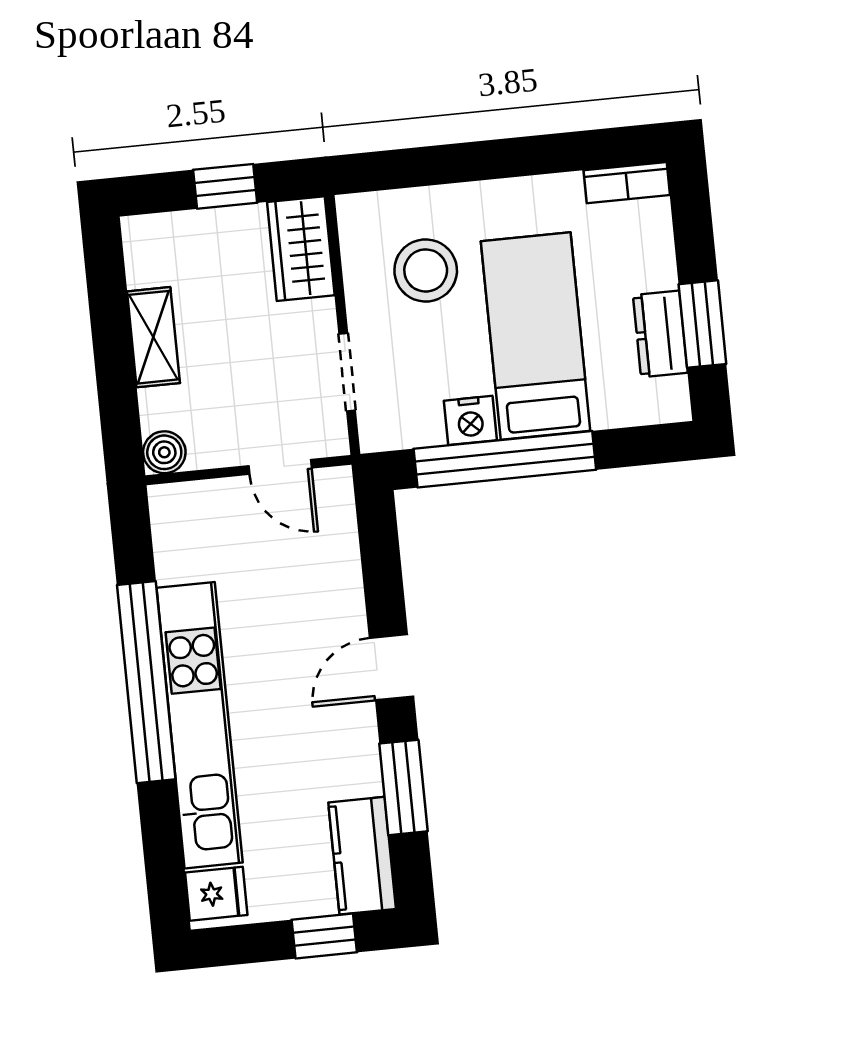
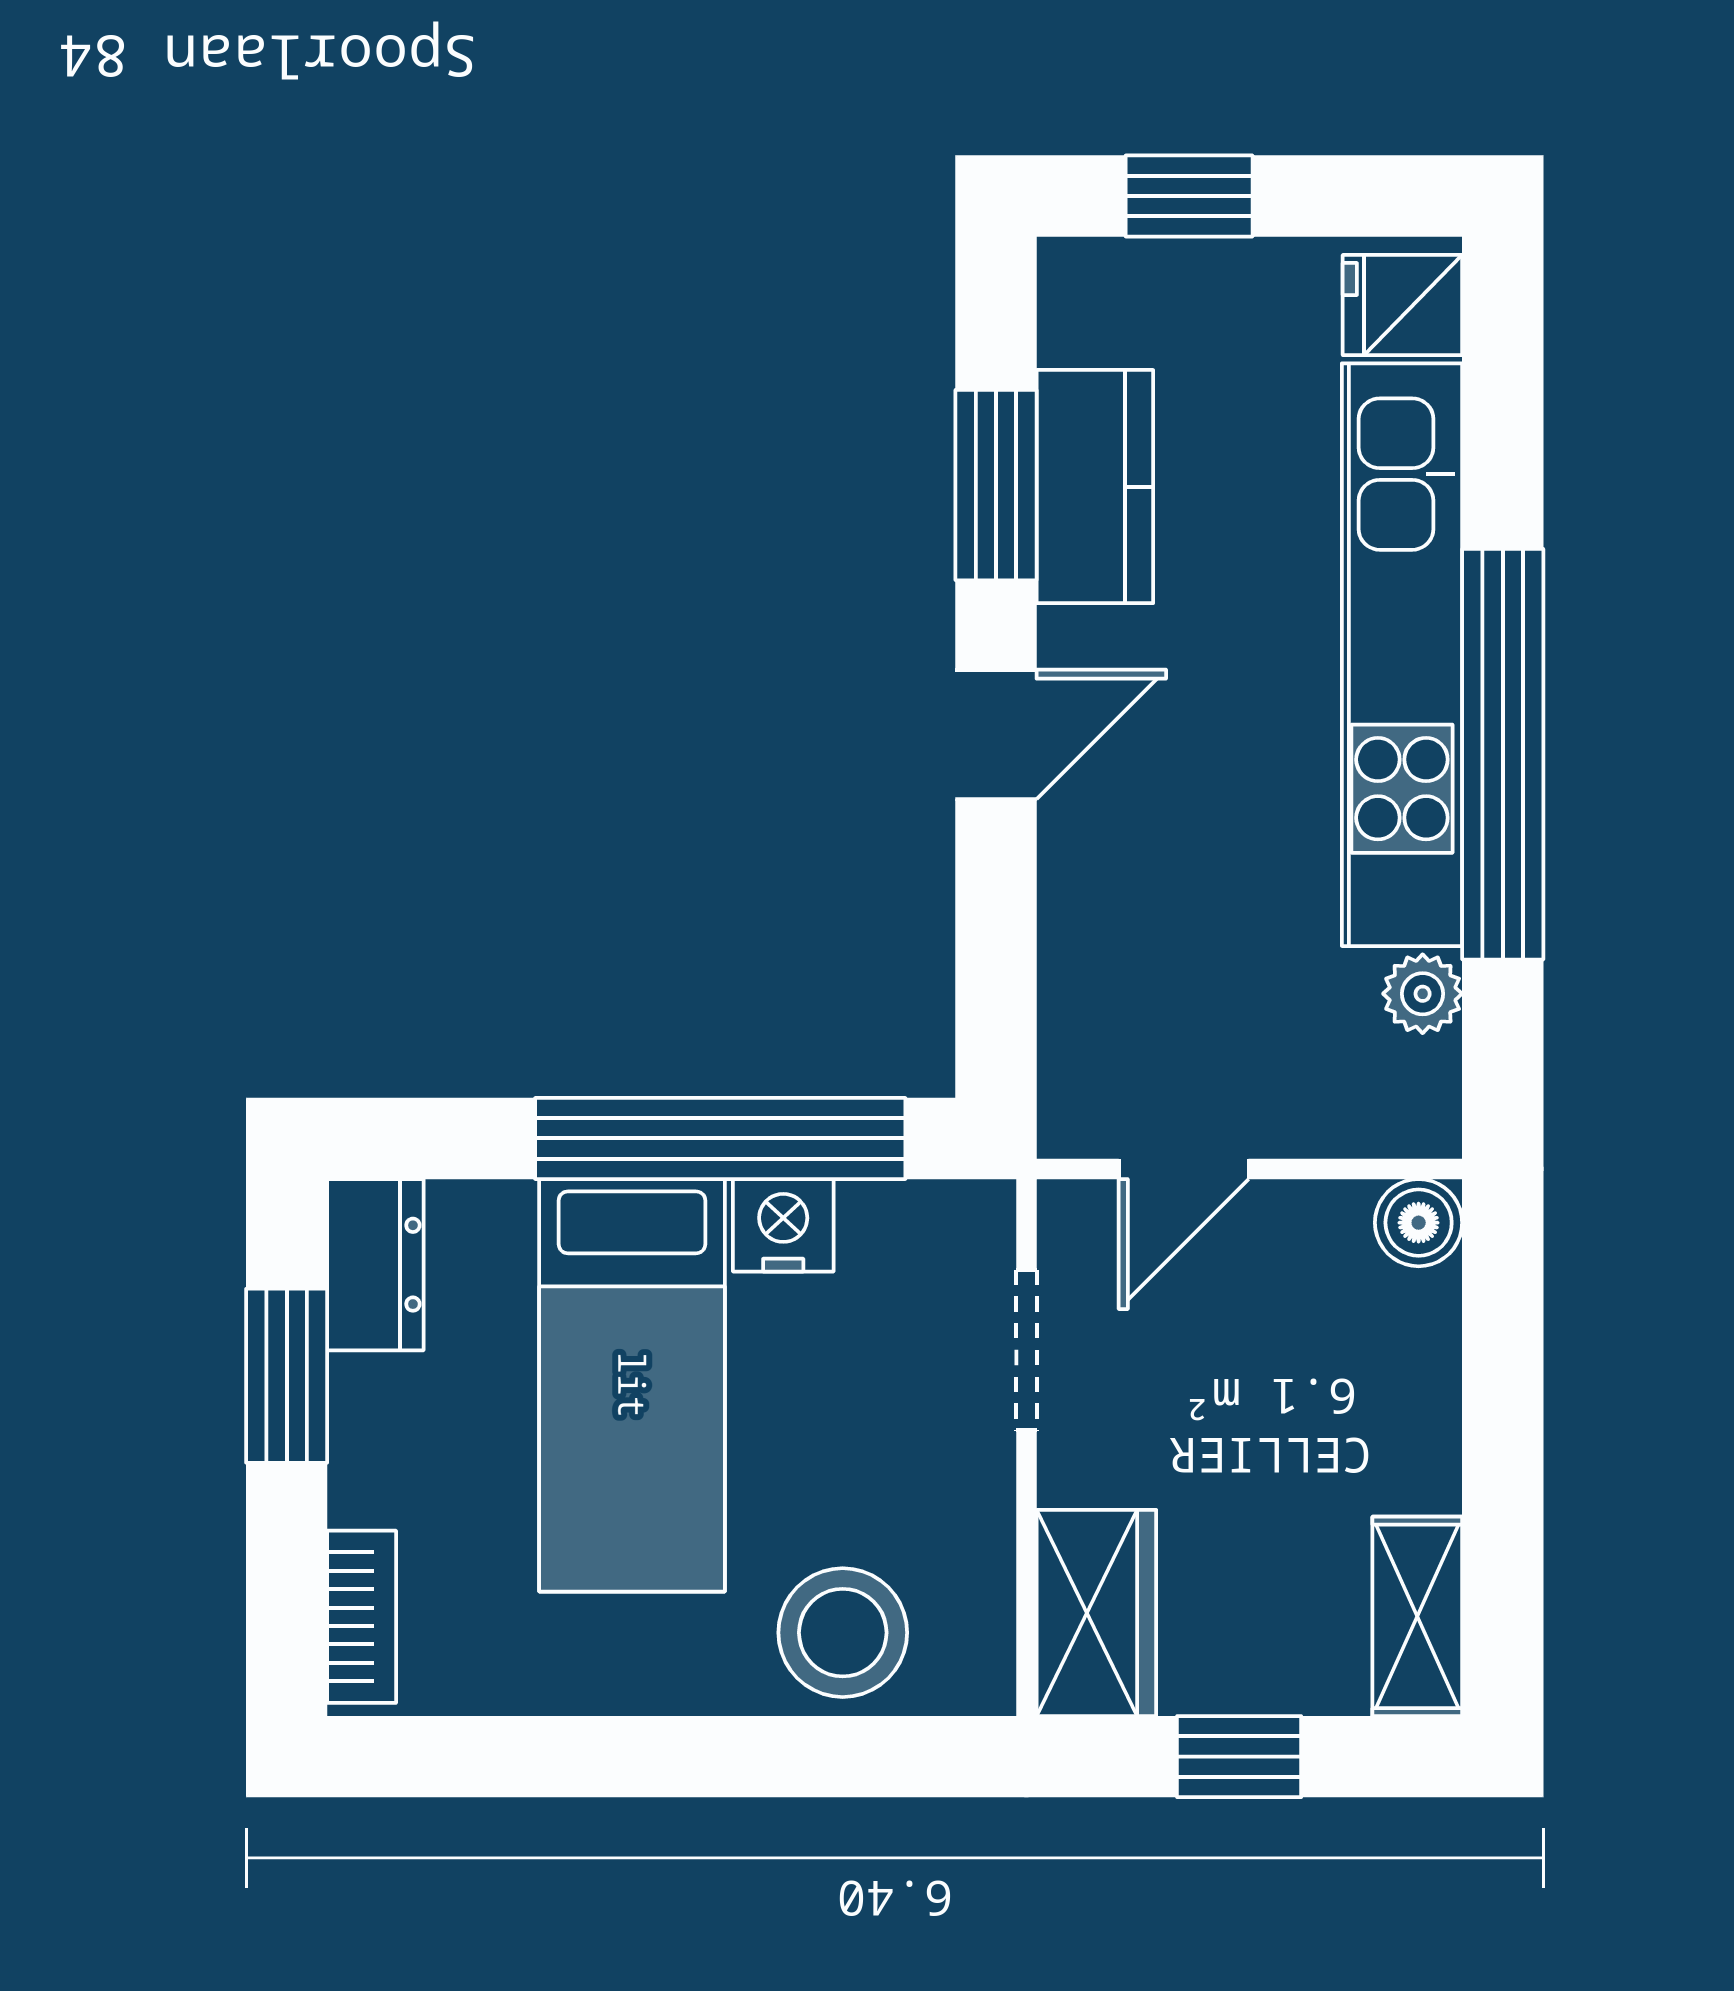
bookcase: (627, 183) -> (362, 1617), moved, turned 90
stool: (426, 270) -> (843, 1633), moved
dresser: (660, 334) -> (375, 1265), moved
shelving: (153, 337) -> (1417, 1616), moved
door: (280, 467) -> (1184, 1169), swing flipped
plant: (173, 563) -> (1423, 994), added
kitchen counter: (362, 856) -> (1095, 487), moved

